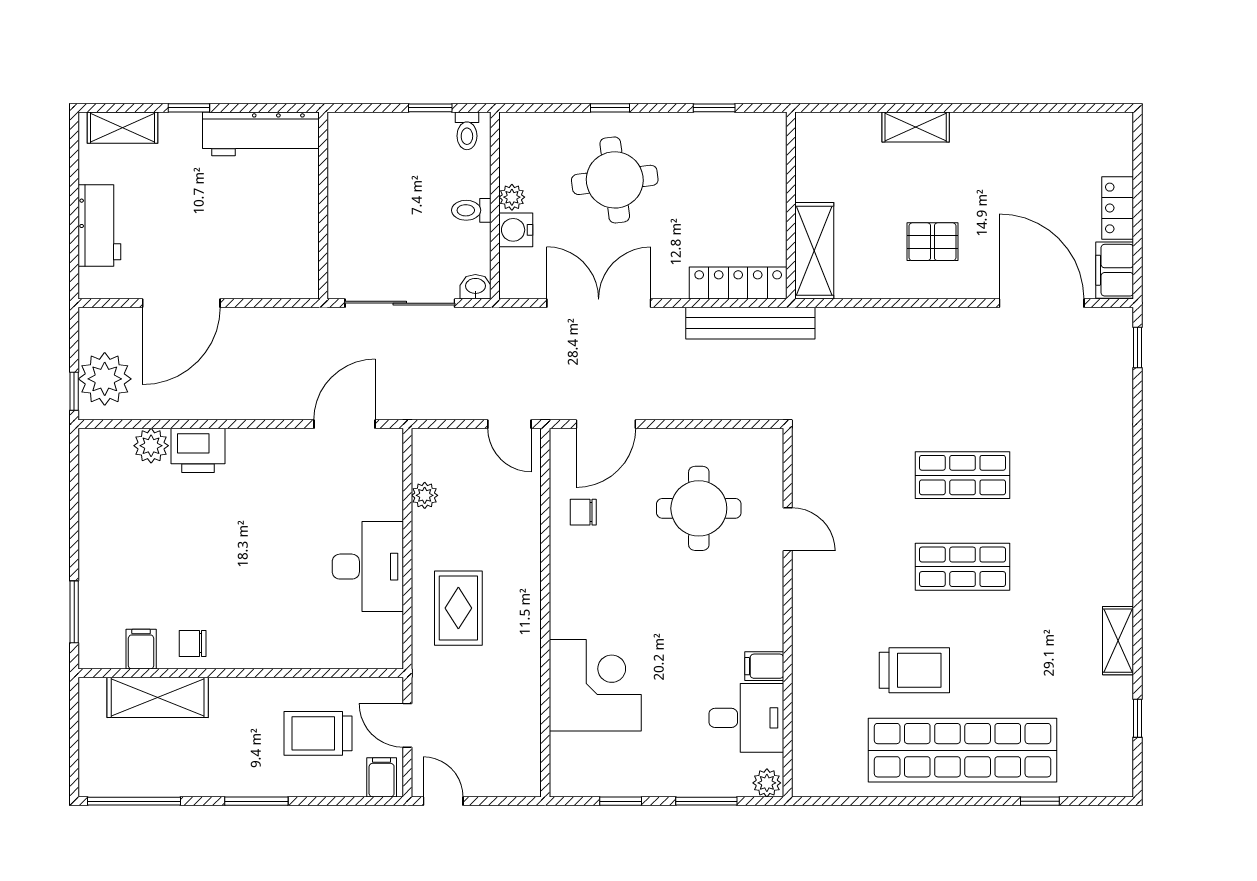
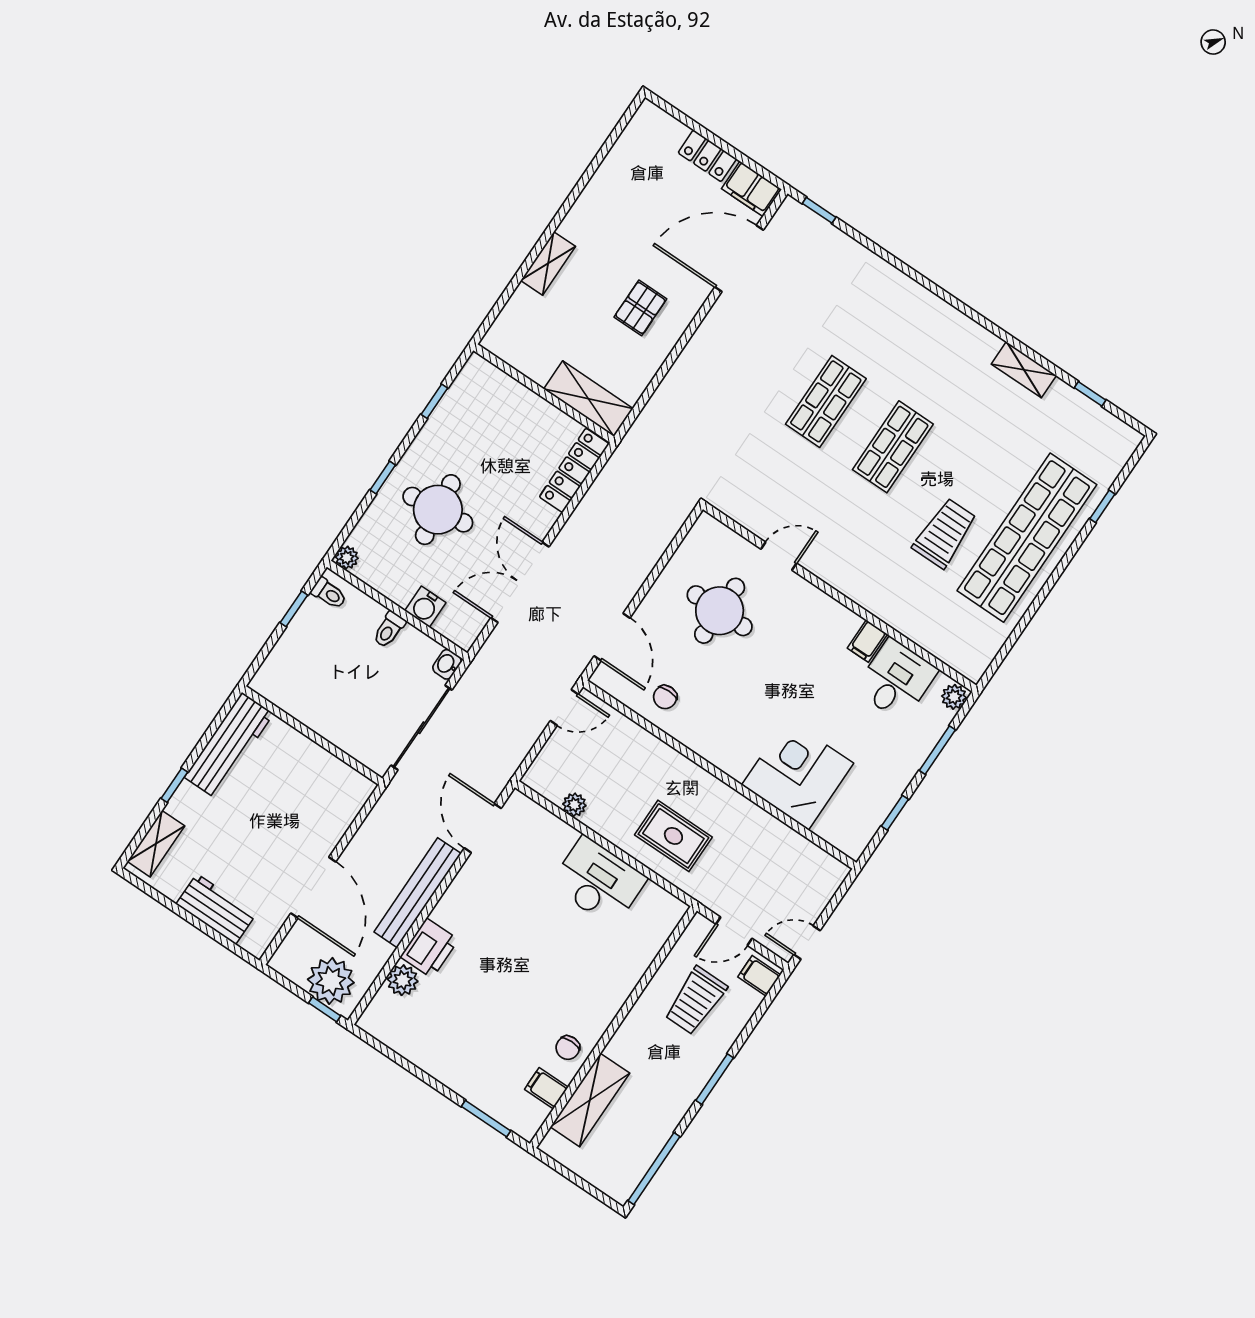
plant: (512, 197) -> (347, 558), moved
bench: (750, 323) -> (418, 893), moved

